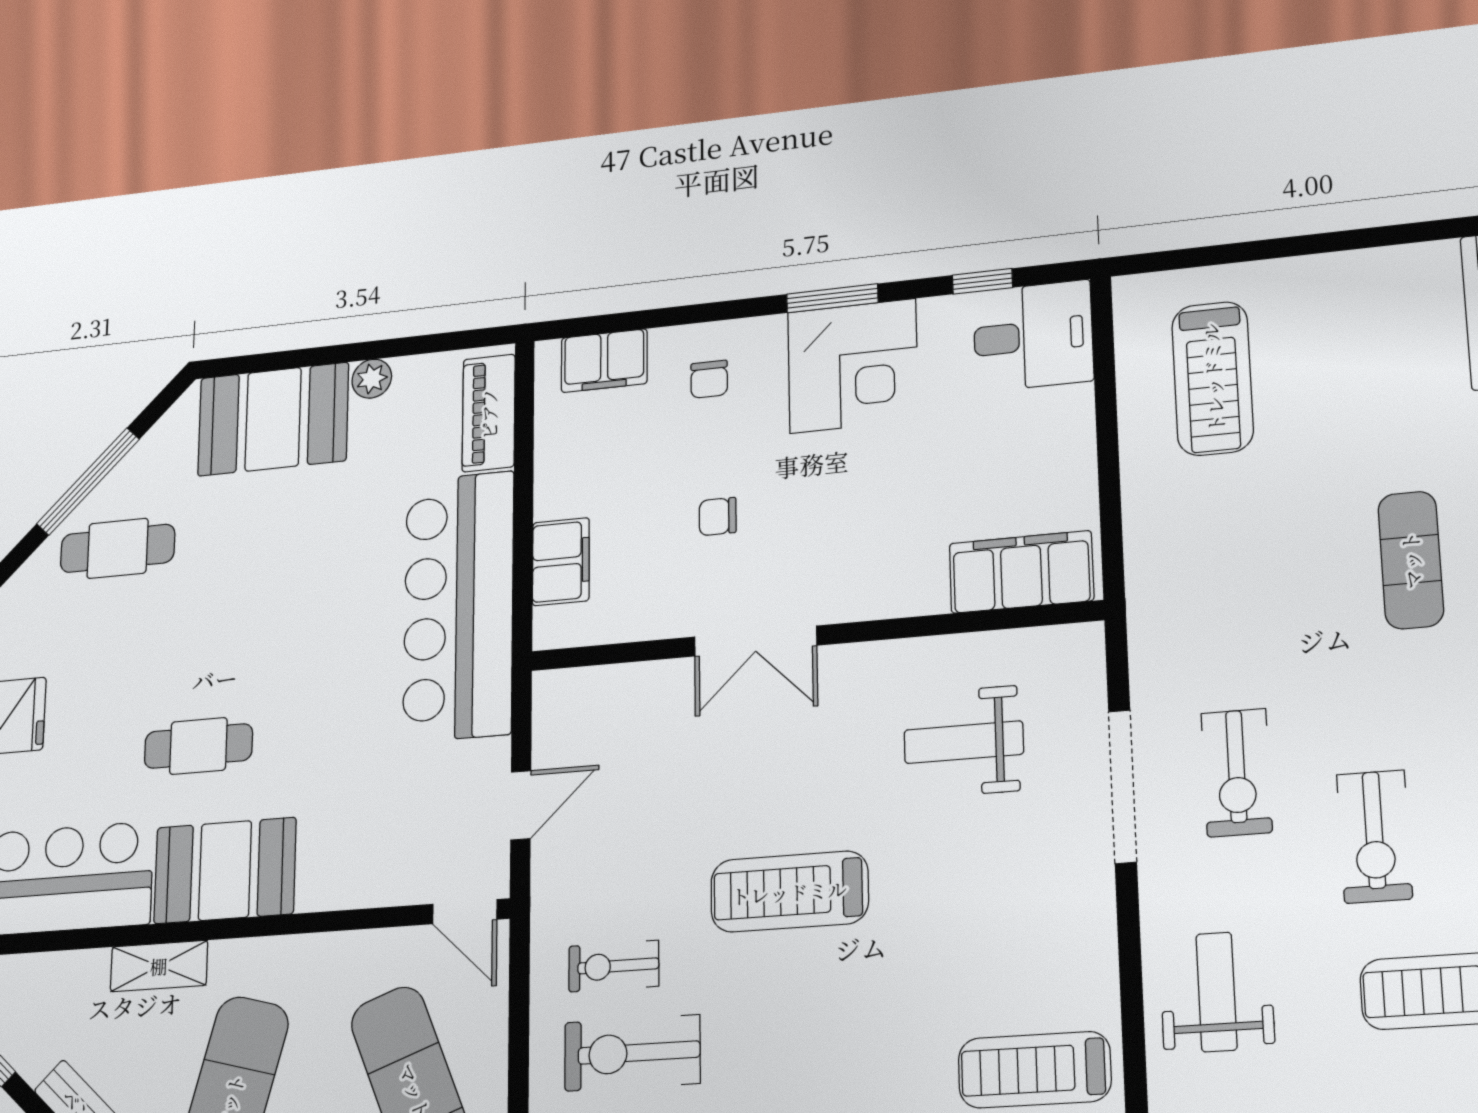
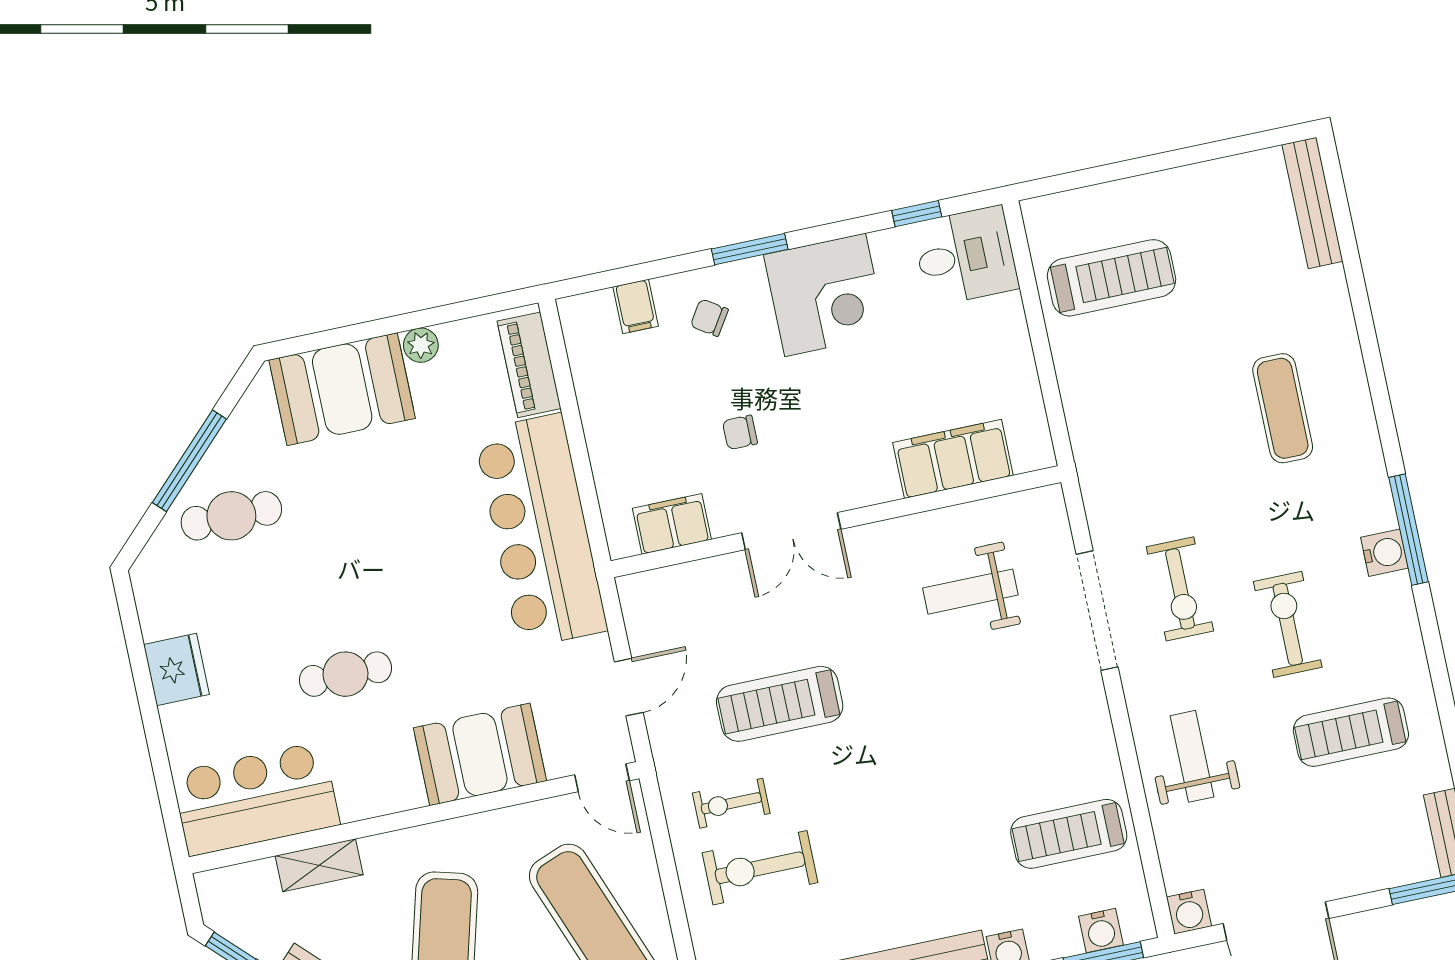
window: (832, 298) -> (750, 249), moved
filing cabinet: (604, 361) -> (636, 306), width x0.50
treadmill: (1213, 378) -> (1112, 278), turned -90
chair: (709, 379) -> (709, 318), turned 123
filing cabinet: (561, 562) -> (672, 524), moved, turned -90
filing cabinet: (1021, 572) -> (953, 459), moved
exercise bike: (1374, 837) -> (1288, 624), turned 180
booth: (225, 871) -> (480, 754), moved
treadmill: (789, 892) -> (780, 704), moved
shelving: (159, 966) -> (319, 865), moved

